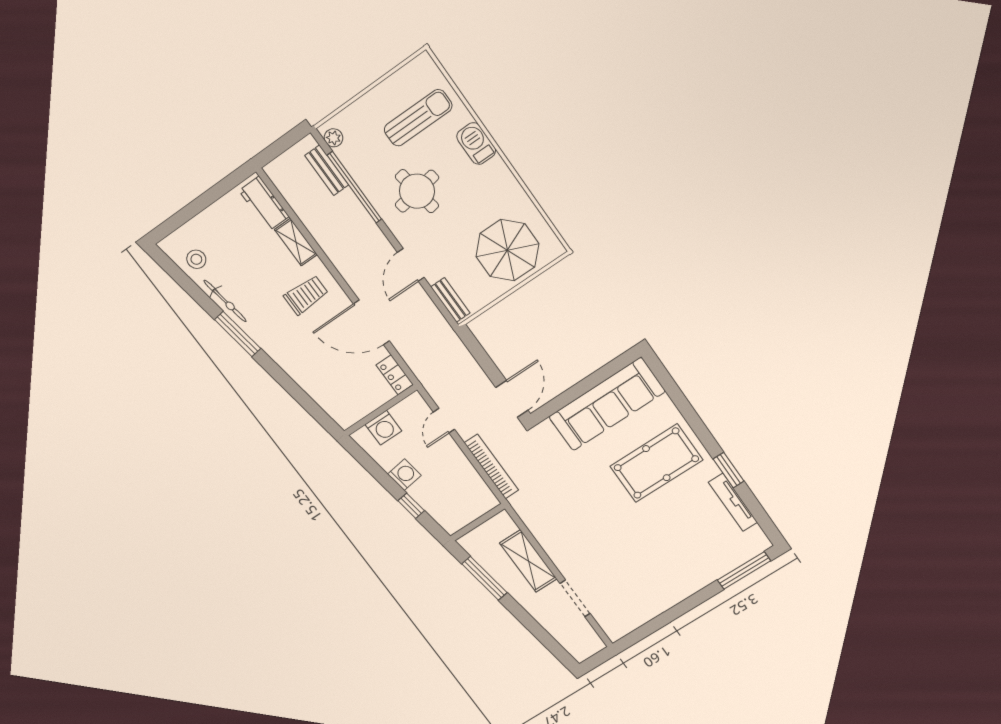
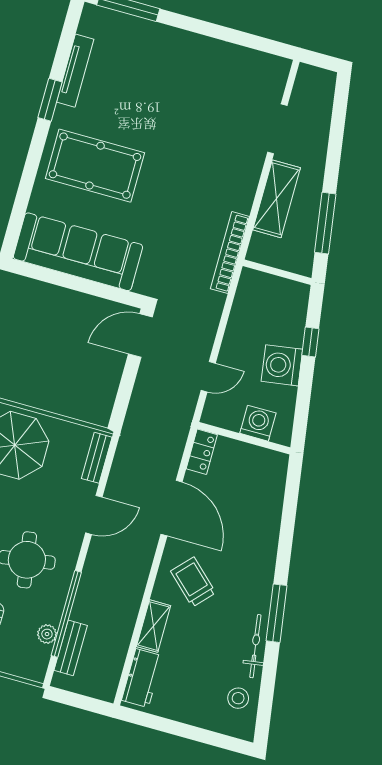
plant: (334, 138) -> (47, 634), moved
trolley: (306, 295) -> (193, 582), turned 43
bookcase: (491, 466) -> (230, 253), moved
washing machine: (404, 475) -> (282, 365), width x1.37, depth x1.37

